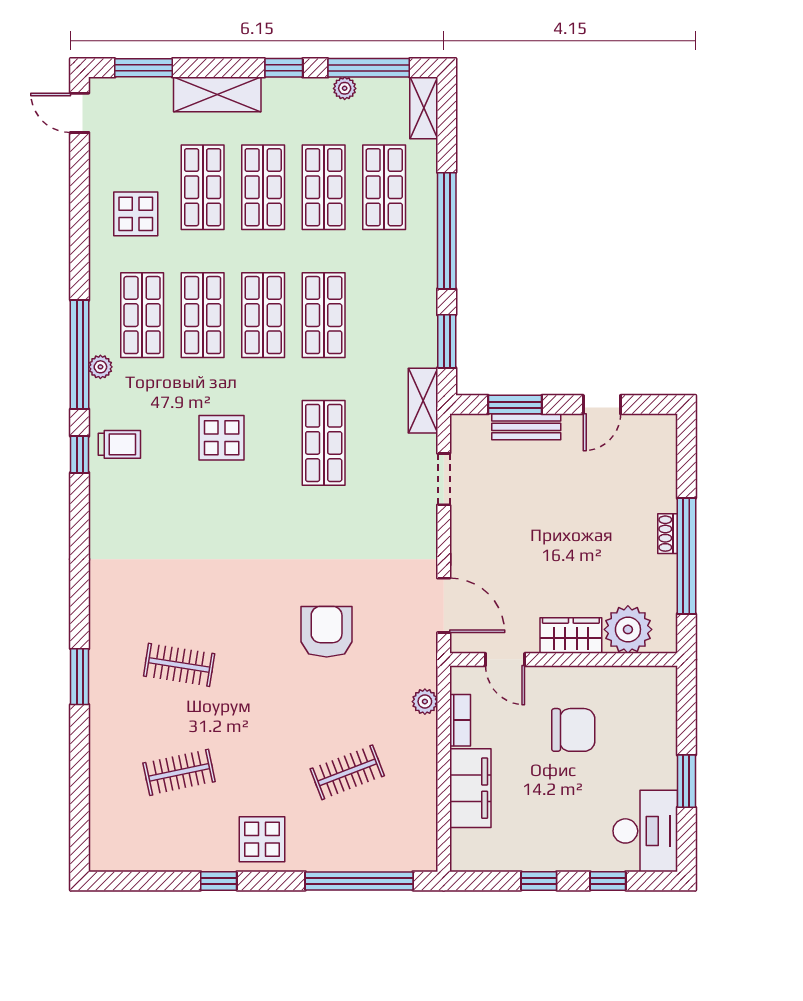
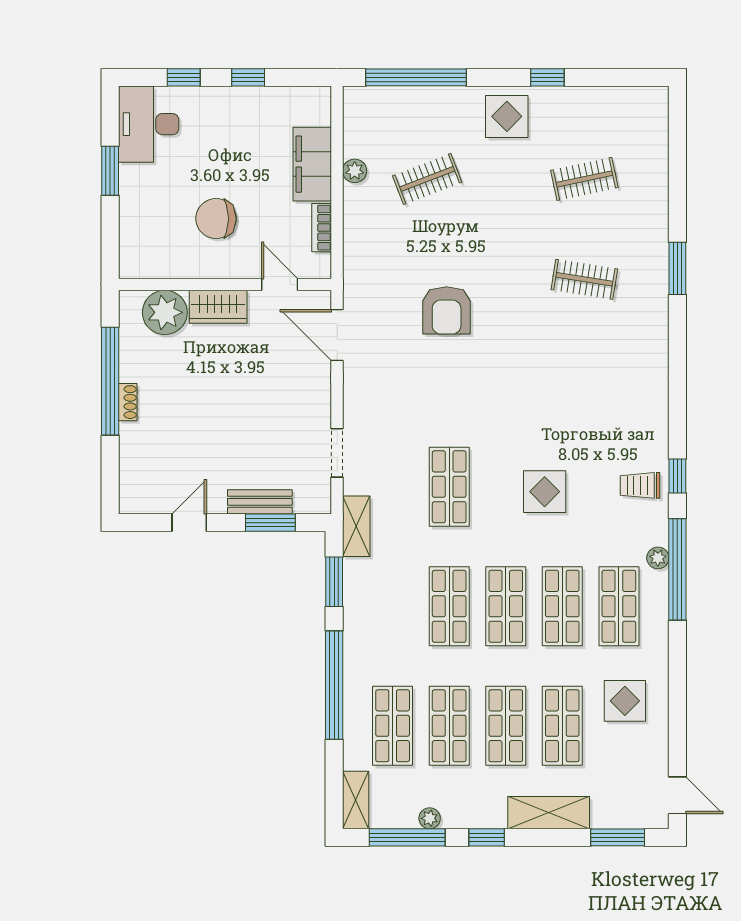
plant: (425, 702) -> (355, 171), moved

